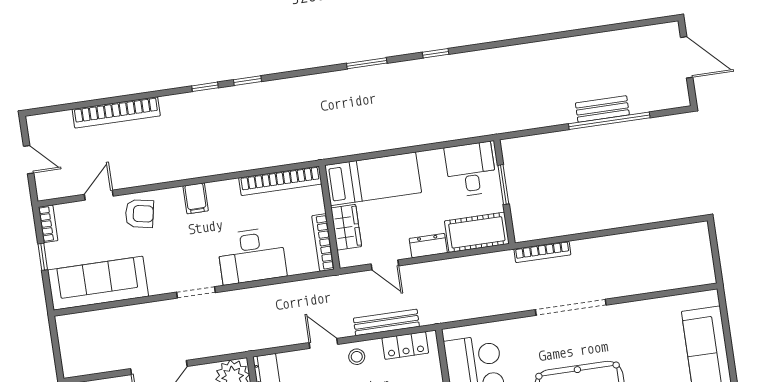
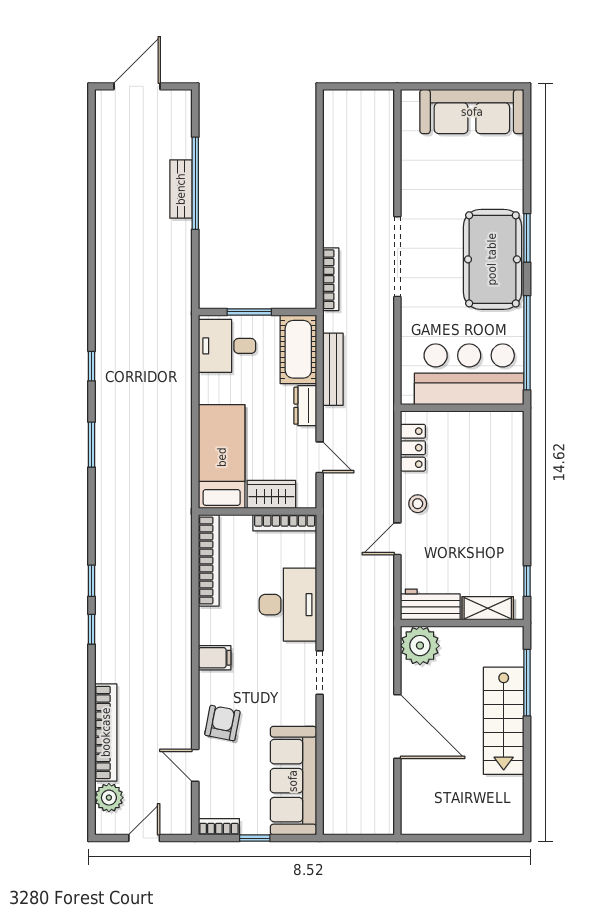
plant: (60, 124) -> (109, 798), added
door: (385, 265) -> (320, 457), hinge flipped
bench: (386, 322) -> (333, 369), moved

